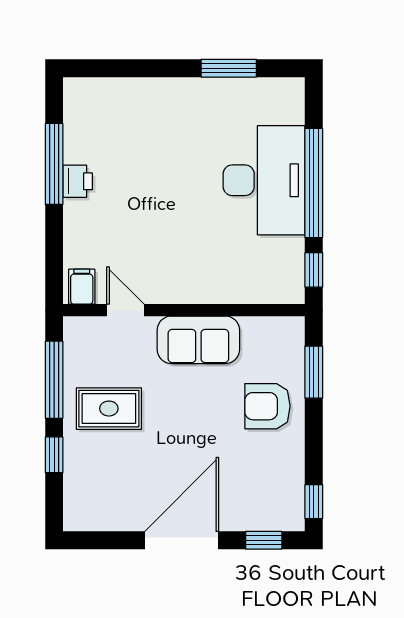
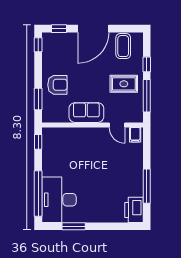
desk: (264, 180) -> (59, 200), moved
printer: (78, 181) -> (134, 210), moved, width x1.87, depth x1.48
window: (314, 183) -> (38, 194), moved
coffee table: (110, 499) -> (123, 46), added

